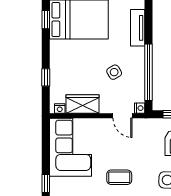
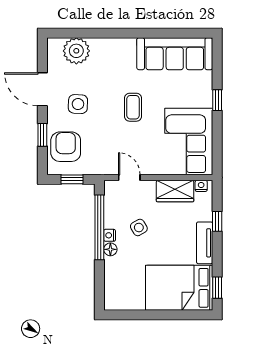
tv unit: (138, 28) -> (205, 243), moved, turned 180
floor lamp: (139, 53) -> (110, 249), added
nightstand: (140, 108) -> (110, 235), moved
coffee table: (119, 177) -> (133, 107), turned 90

